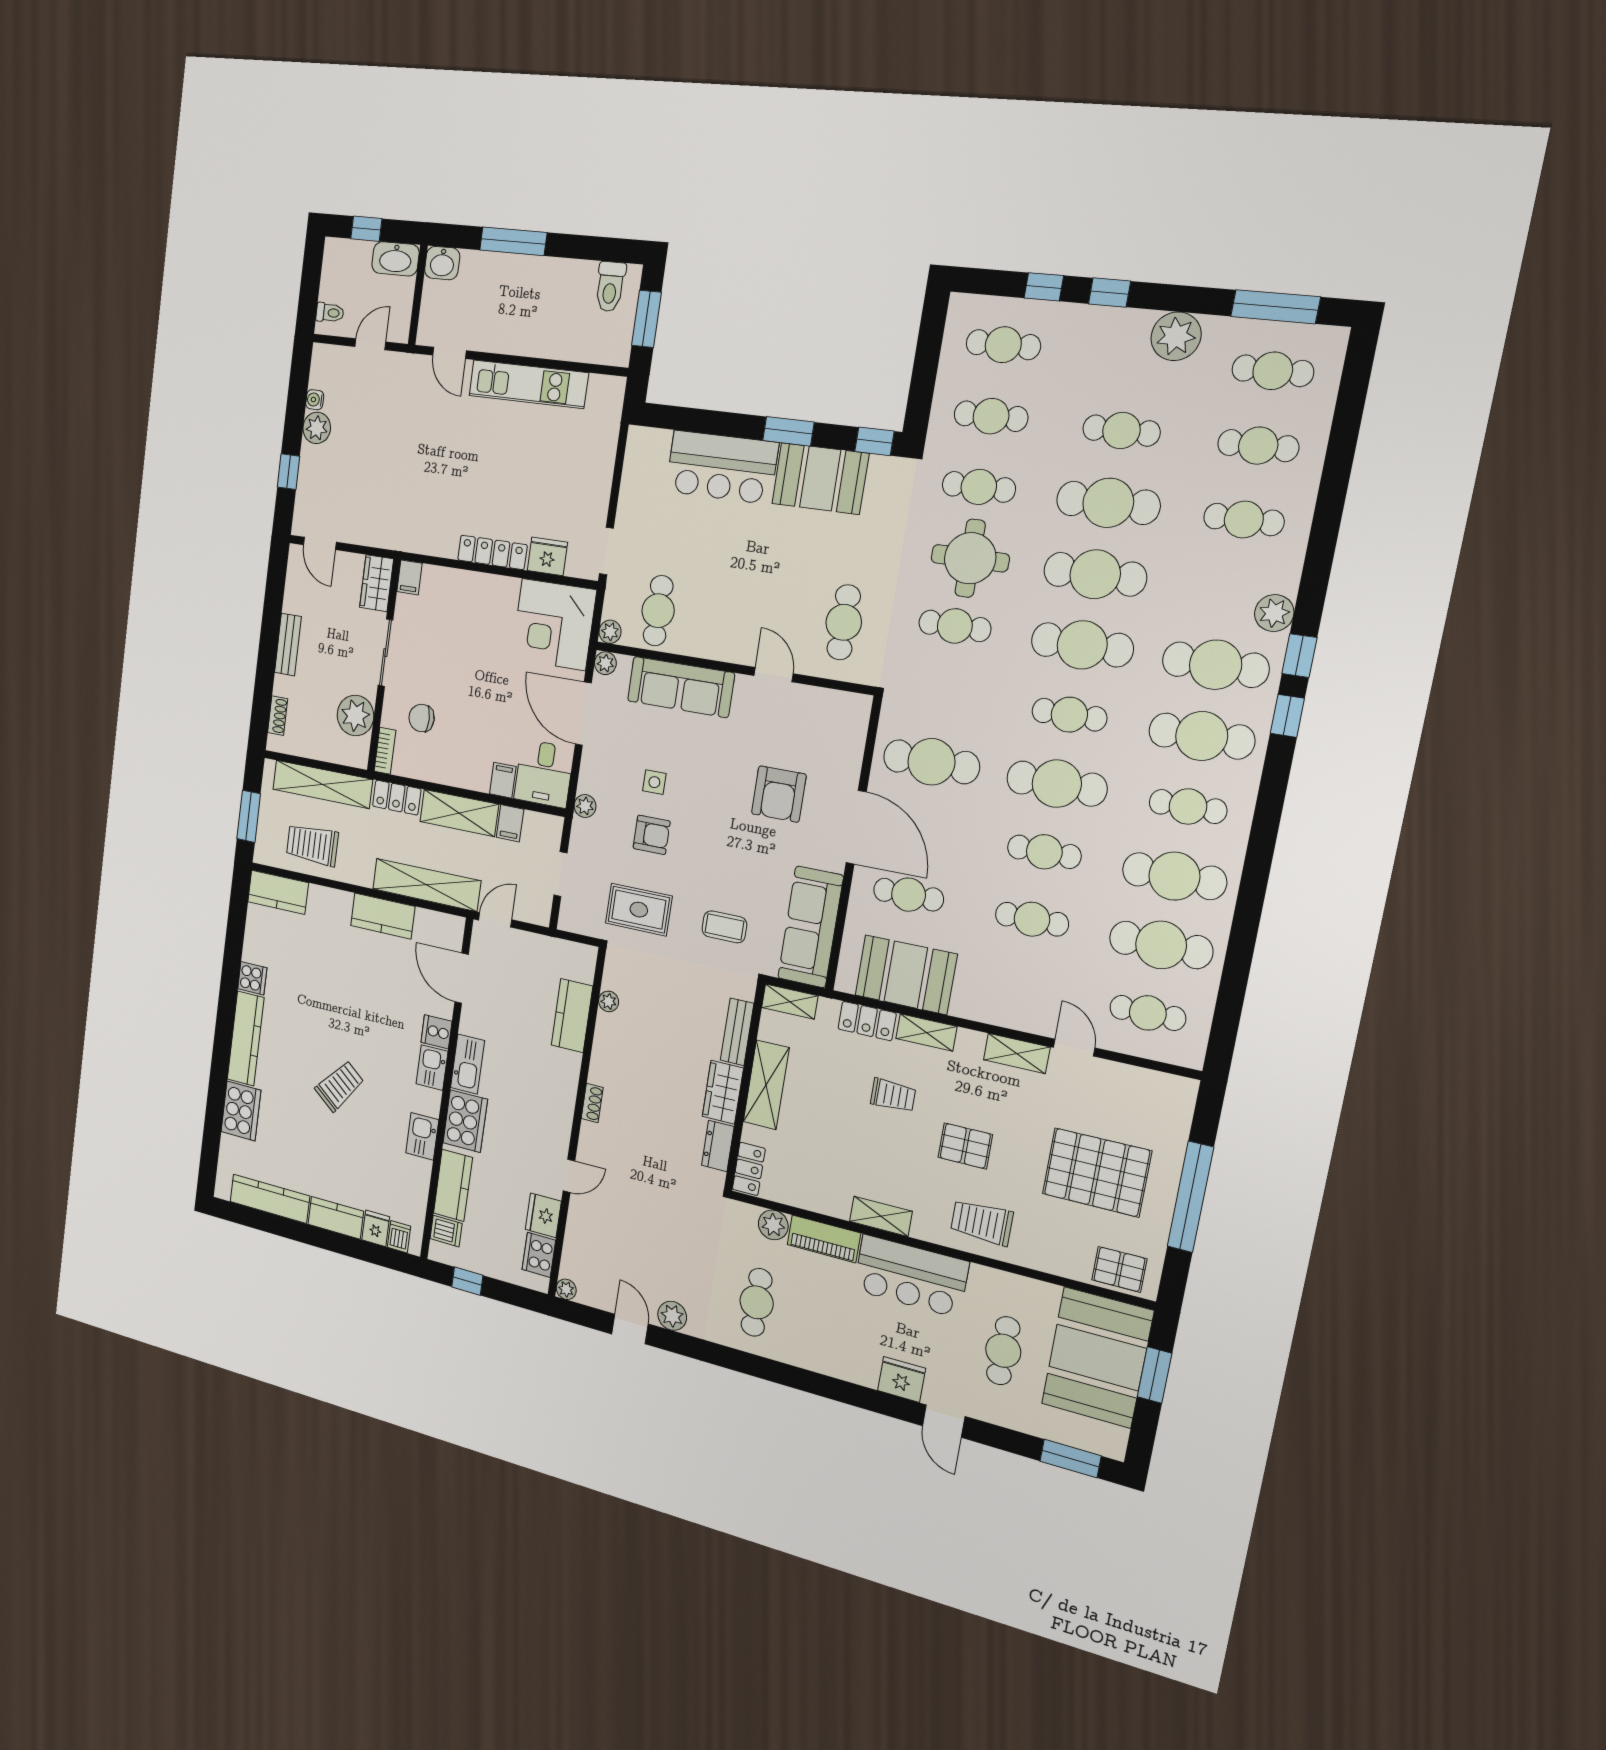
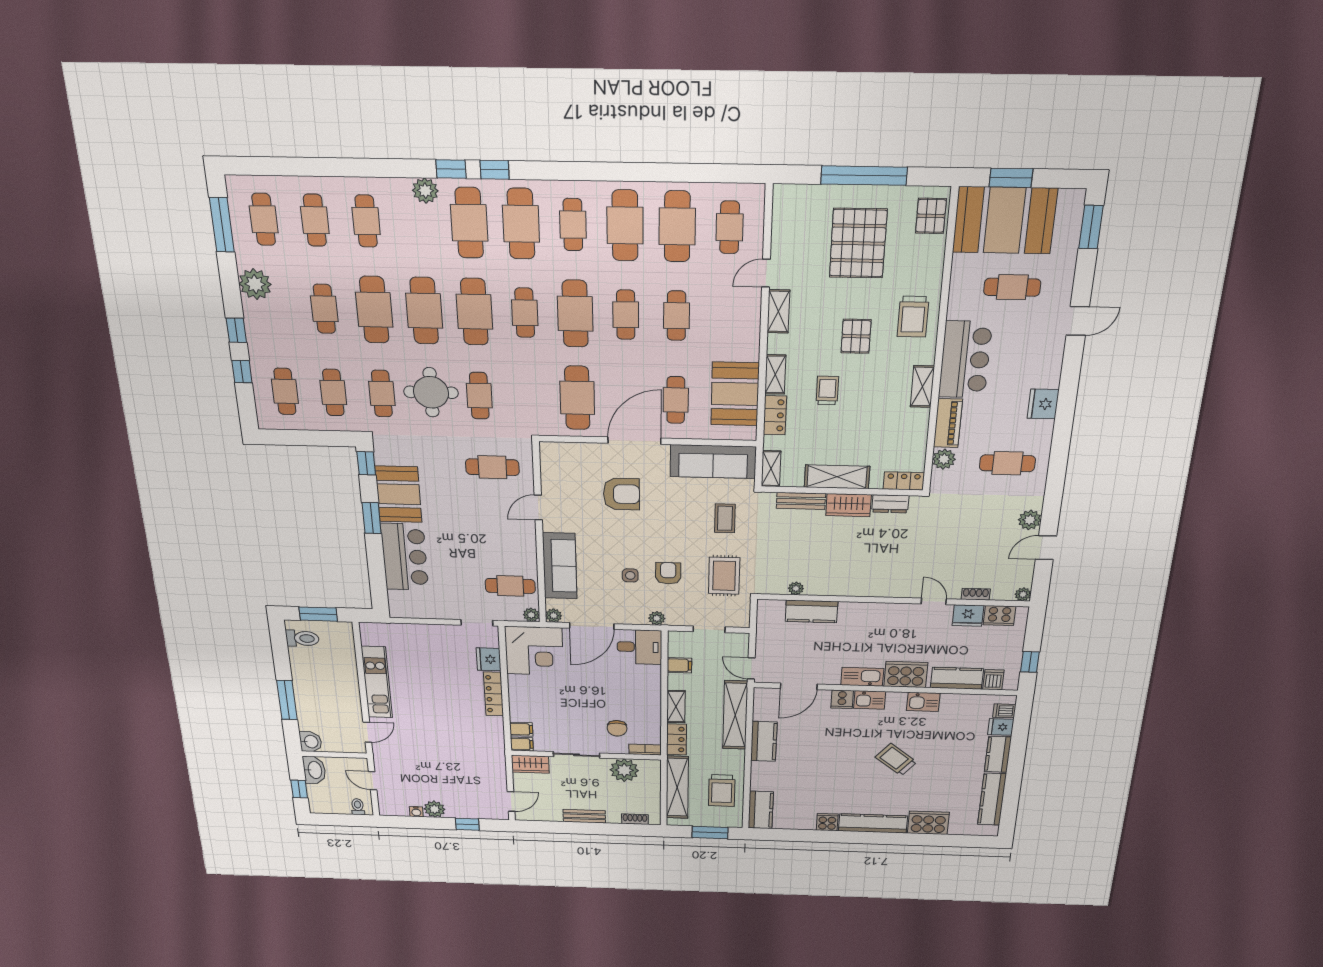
filing cabinet: (503, 780) -> (521, 729), moved, turned 180
shelving: (459, 813) -> (676, 707), width x0.67, depth x0.75
shoe rack: (592, 1103) -> (976, 594), moved
fridge: (902, 1379) -> (1043, 404), moved

